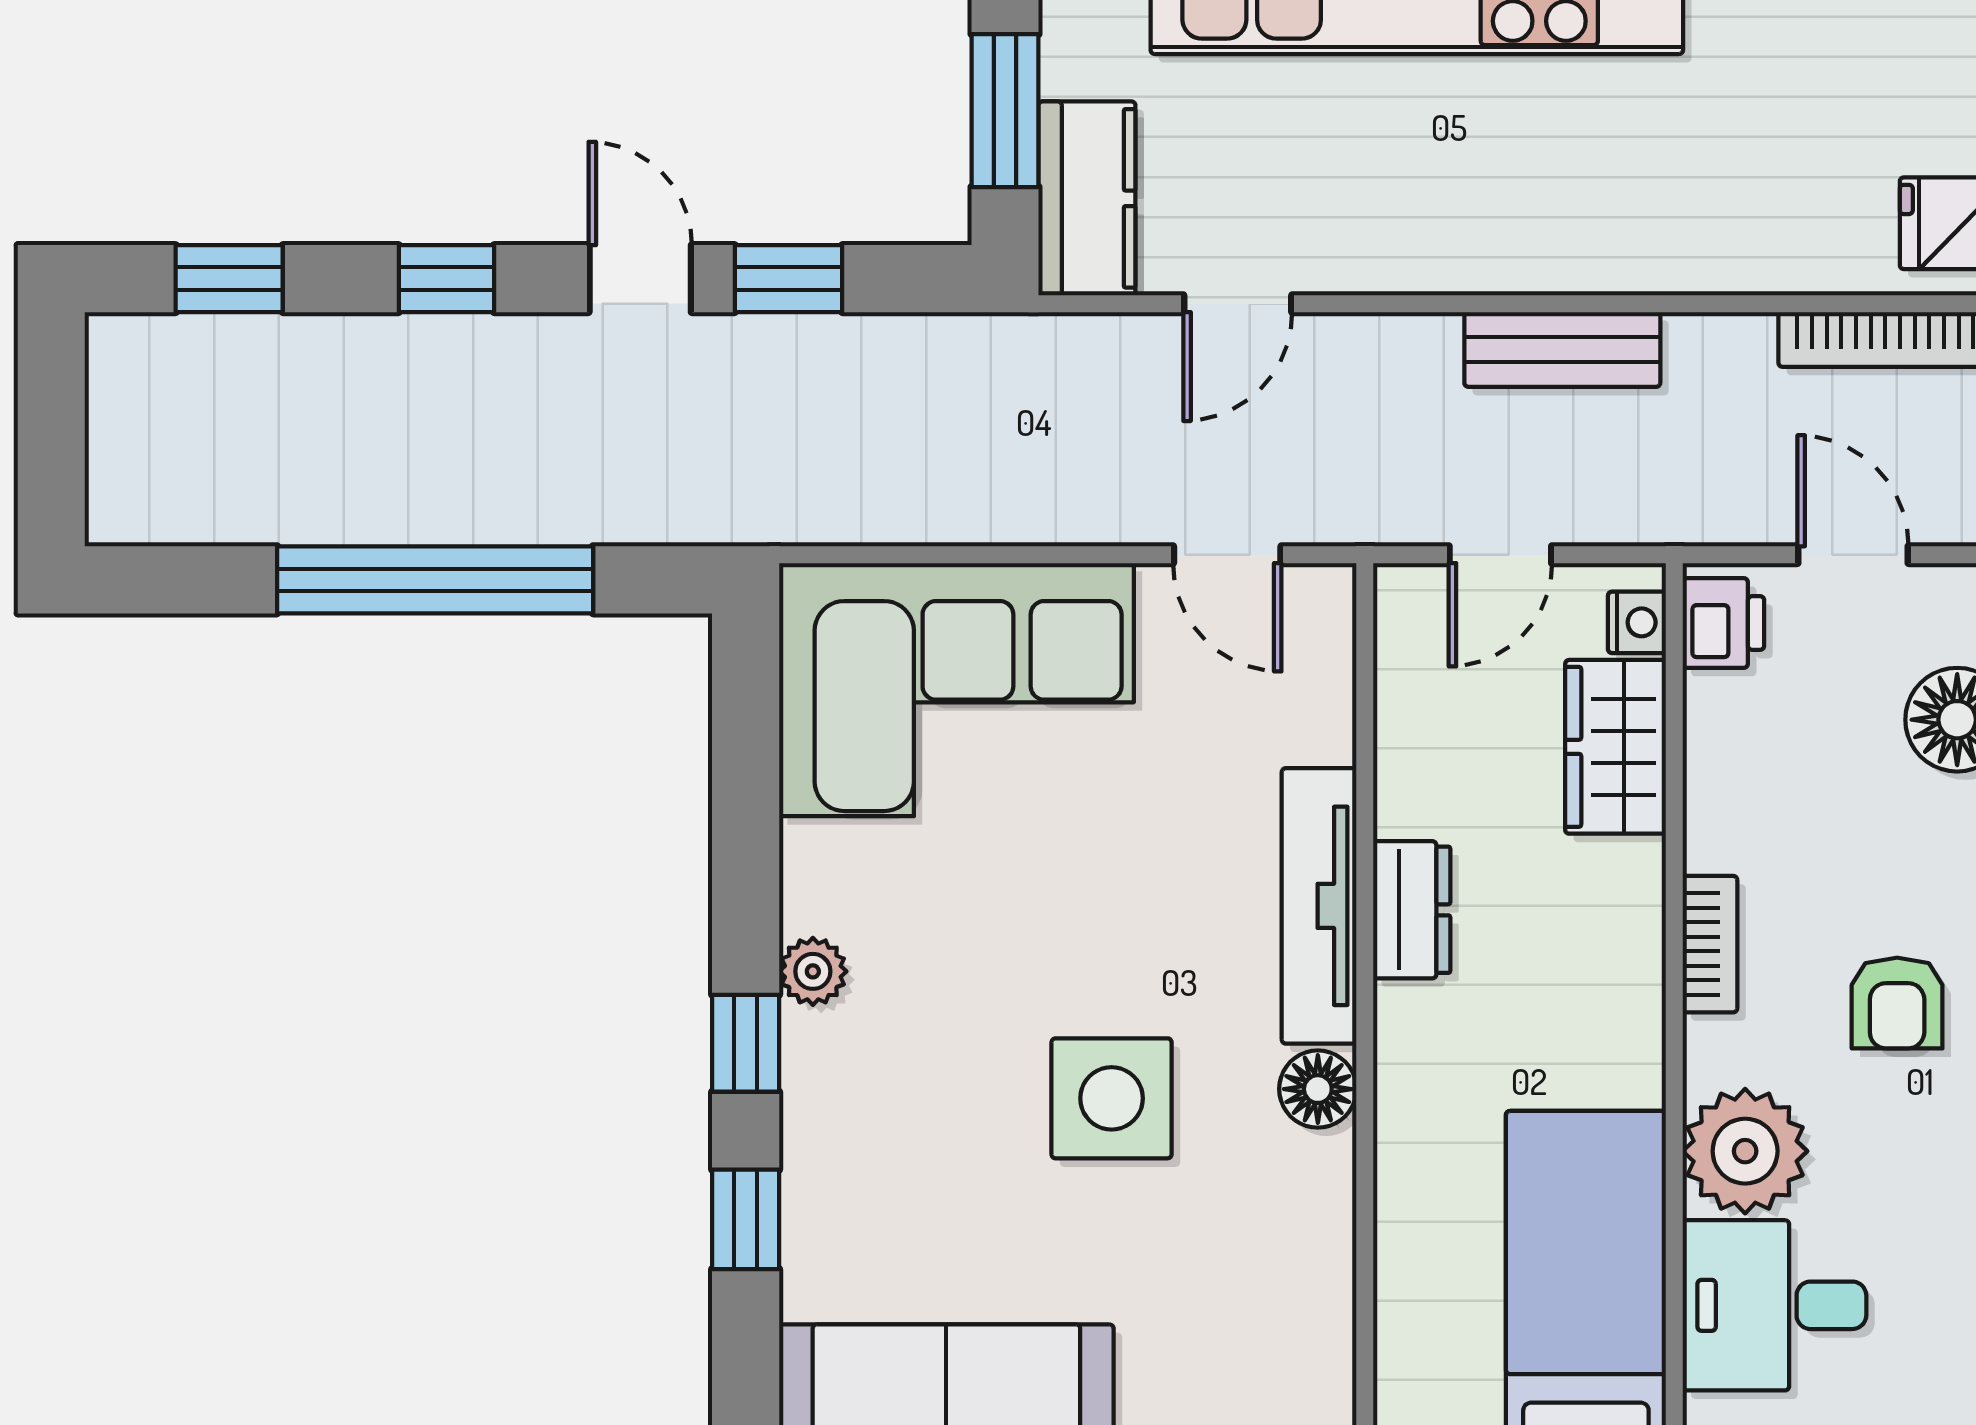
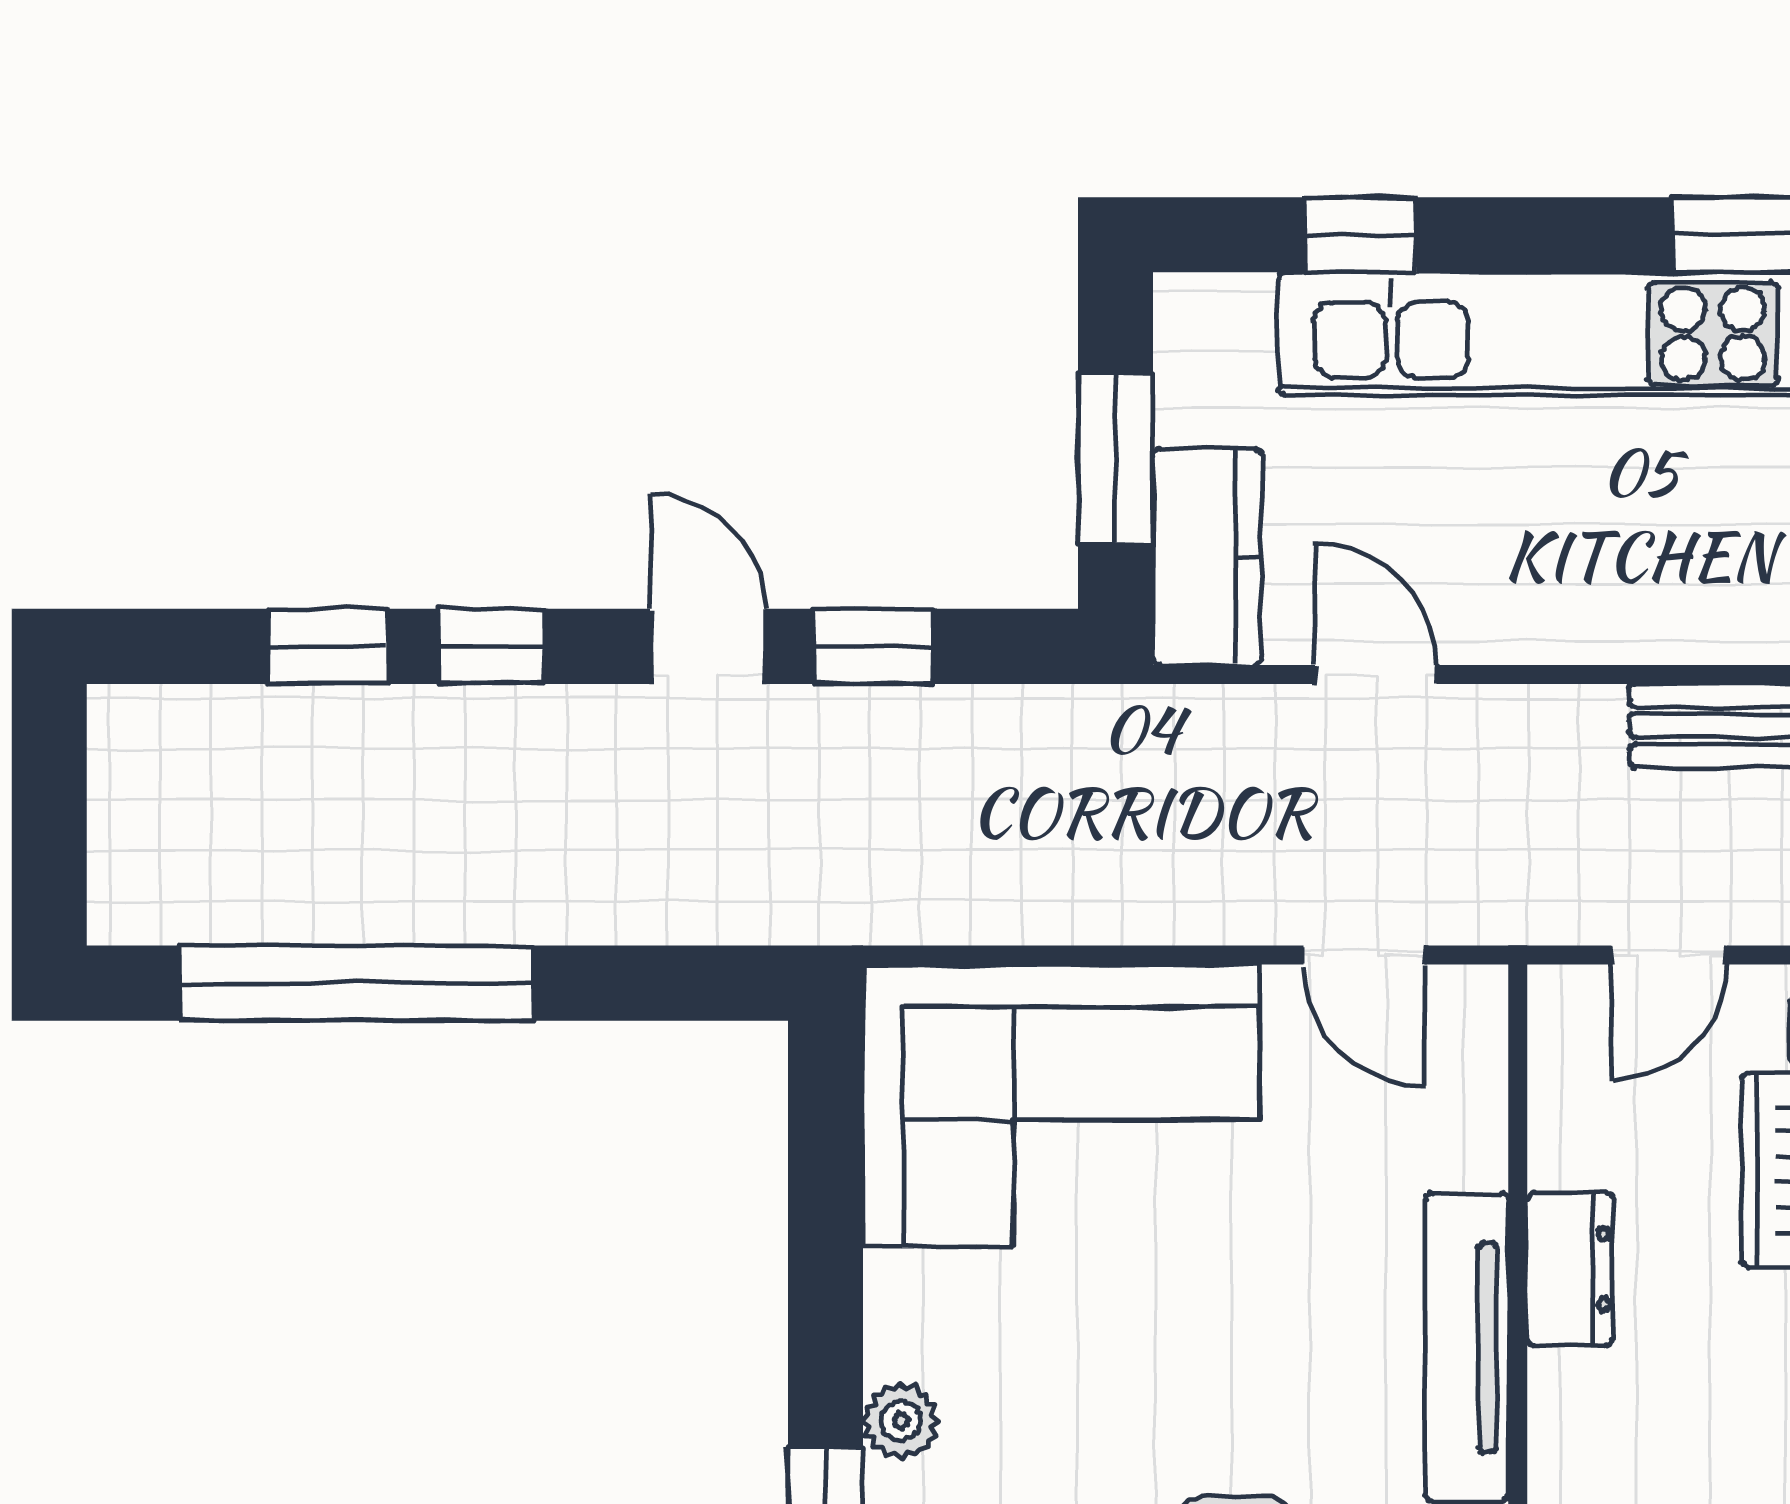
window: (229, 279) -> (327, 646), moved
door: (1238, 304) -> (1376, 674), swing flipped
window: (435, 580) -> (356, 983), moved
dresser: (1412, 910) -> (1570, 1269), moved

